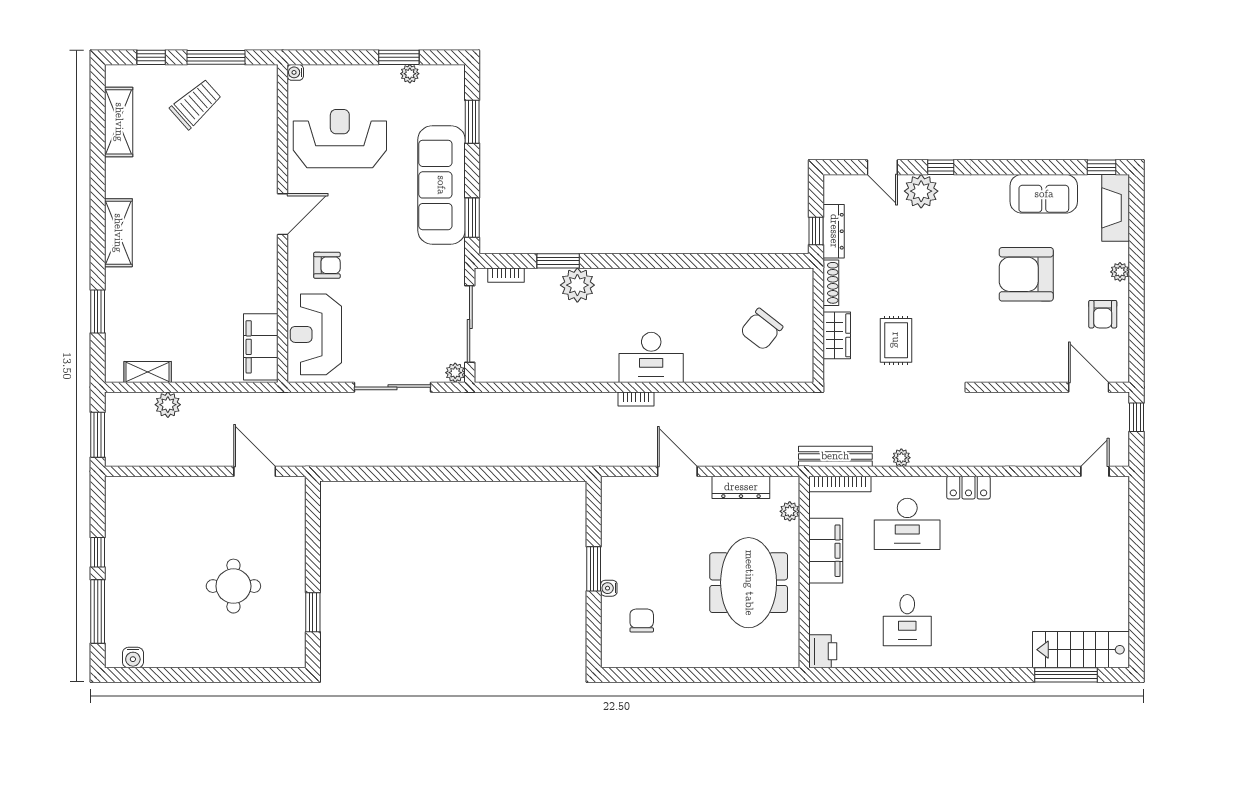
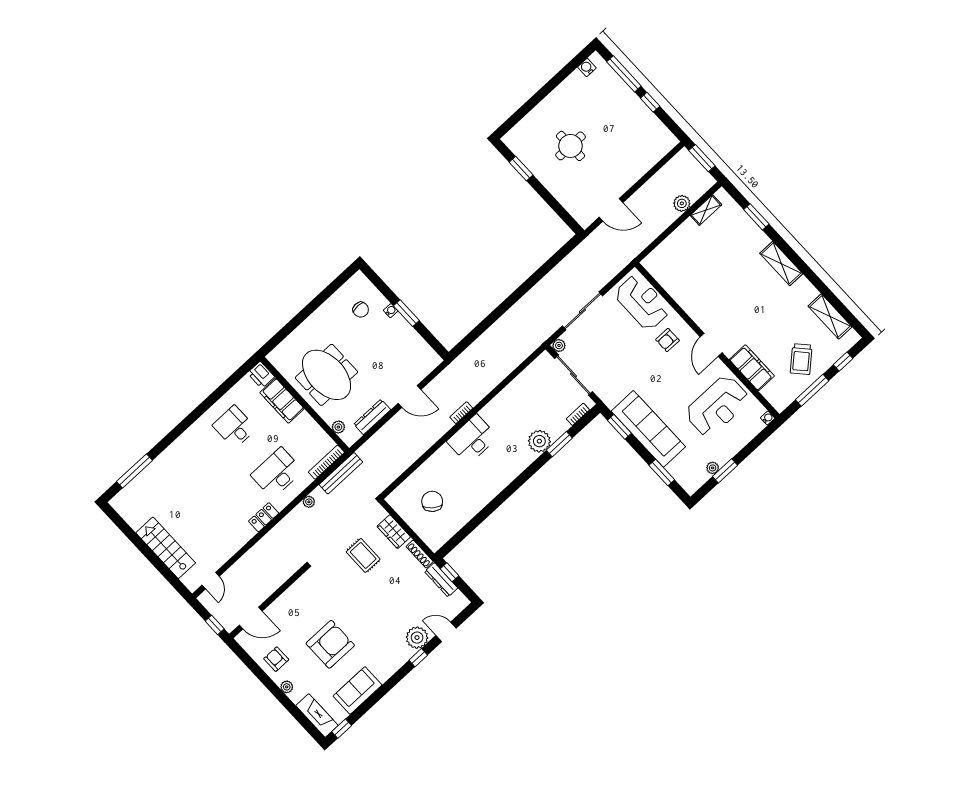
filing cabinet: (261, 347) -> (752, 368), moved
filing cabinet: (826, 551) -> (282, 401), moved
stairs: (1081, 650) -> (166, 548), moved, turned -90

